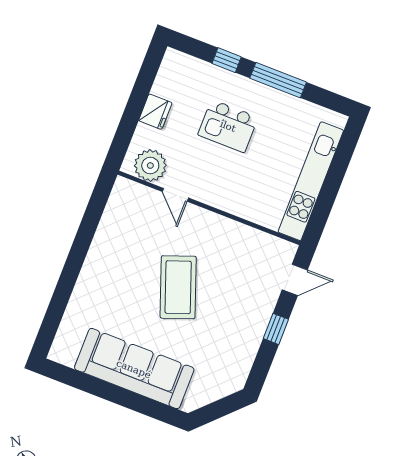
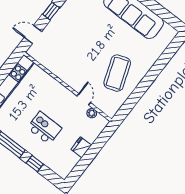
plant: (150, 166) -> (92, 113), width x0.53, depth x0.53
coffee table: (178, 287) -> (117, 73), moved

